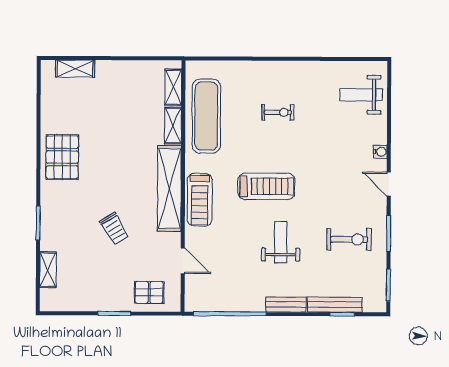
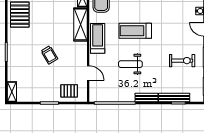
treadmill: (266, 186) -> (135, 31), turned 180
shelving: (169, 189) -> (80, 24), width x0.68
treadmill: (200, 200) -> (98, 38), turned 180
weight bench: (281, 242) -> (130, 64), moved, turned -90
shelving: (48, 270) -> (12, 92), moved

